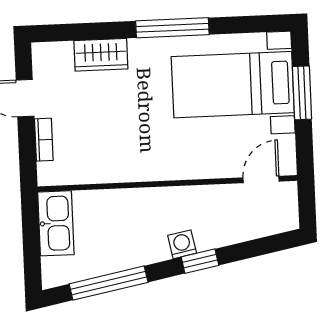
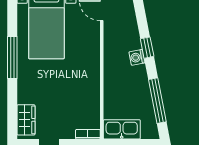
wardrobe: (101, 55) -> (26, 120), moved
bookcase: (44, 140) -> (88, 134), moved

